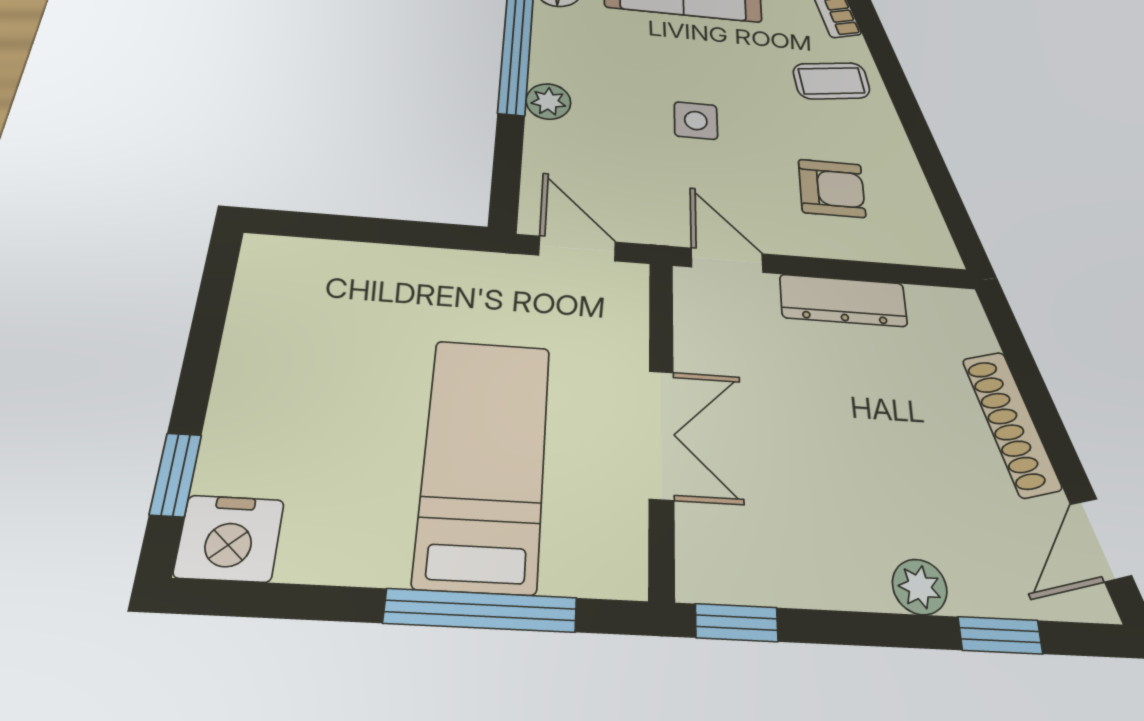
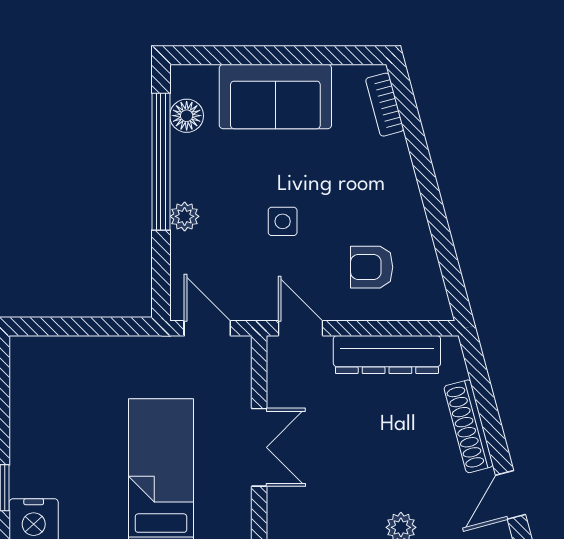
coffee table: (831, 81) -> (378, 176), removed
armchair: (832, 188) -> (372, 267), turned 180
dresser: (843, 300) -> (387, 355), width x1.37, depth x1.24

